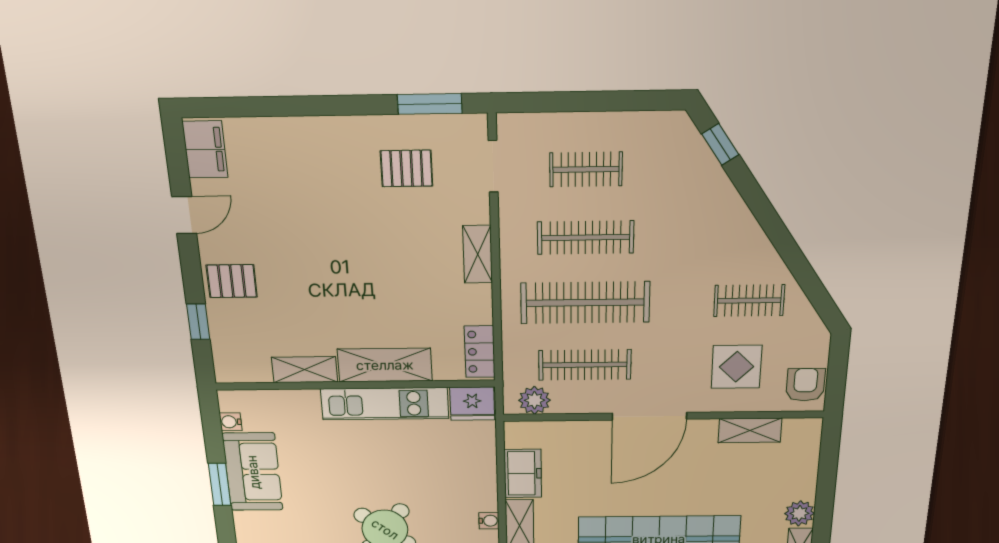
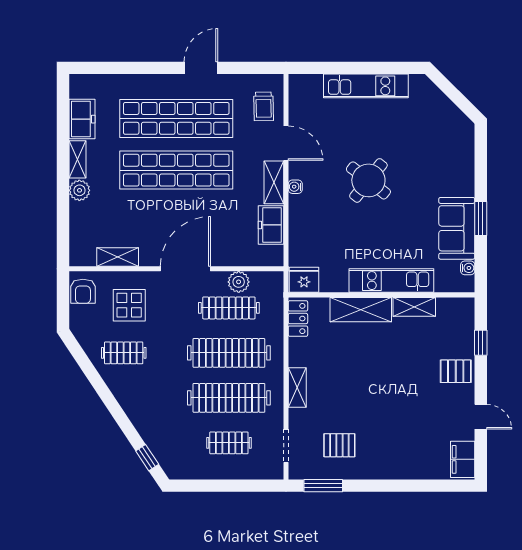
door: (184, 215) -> (481, 417), swing flipped
clothes rail: (586, 238) -> (229, 398), width x1.37, depth x1.31
plant: (534, 400) -> (239, 282), moved
kitchen unit: (385, 404) -> (391, 281), moved

